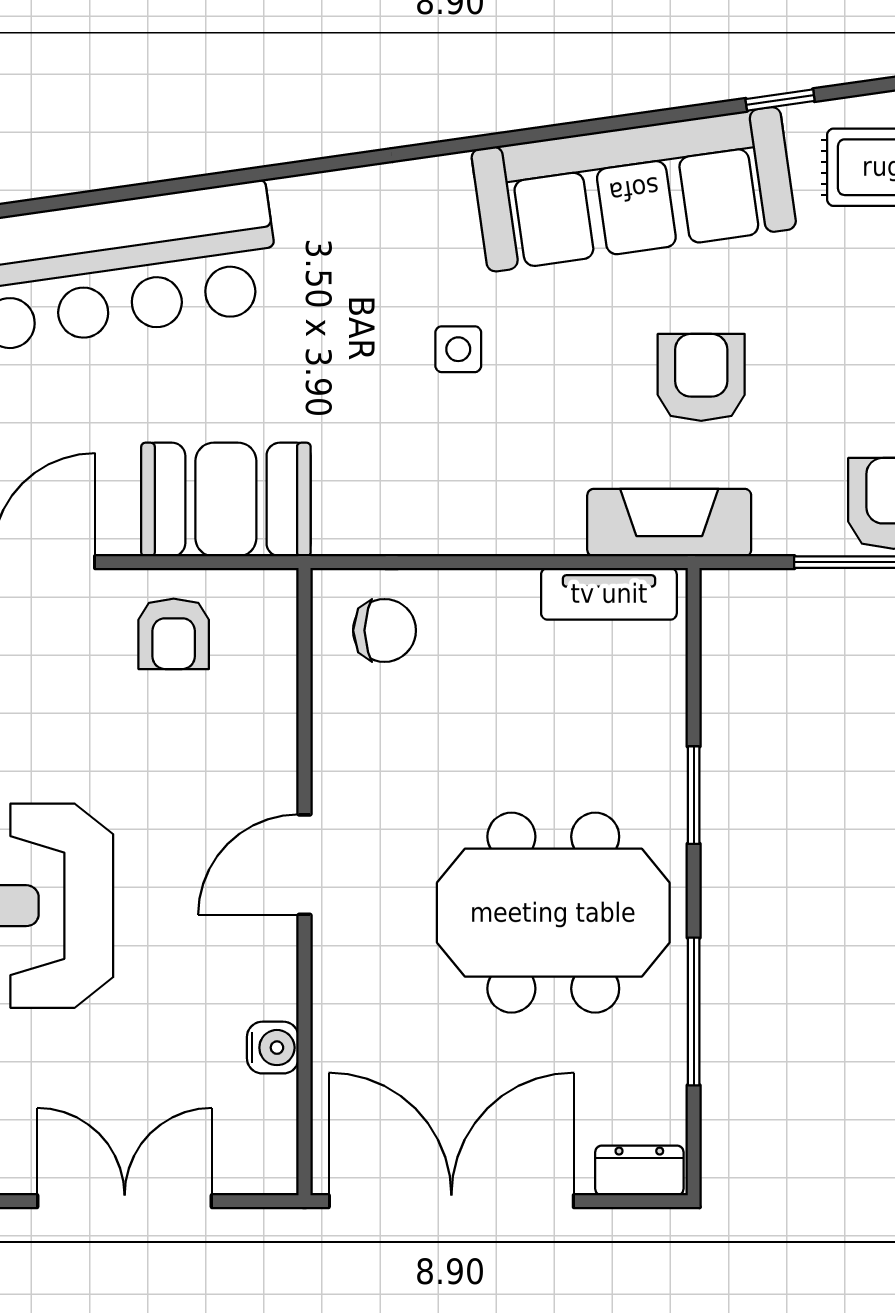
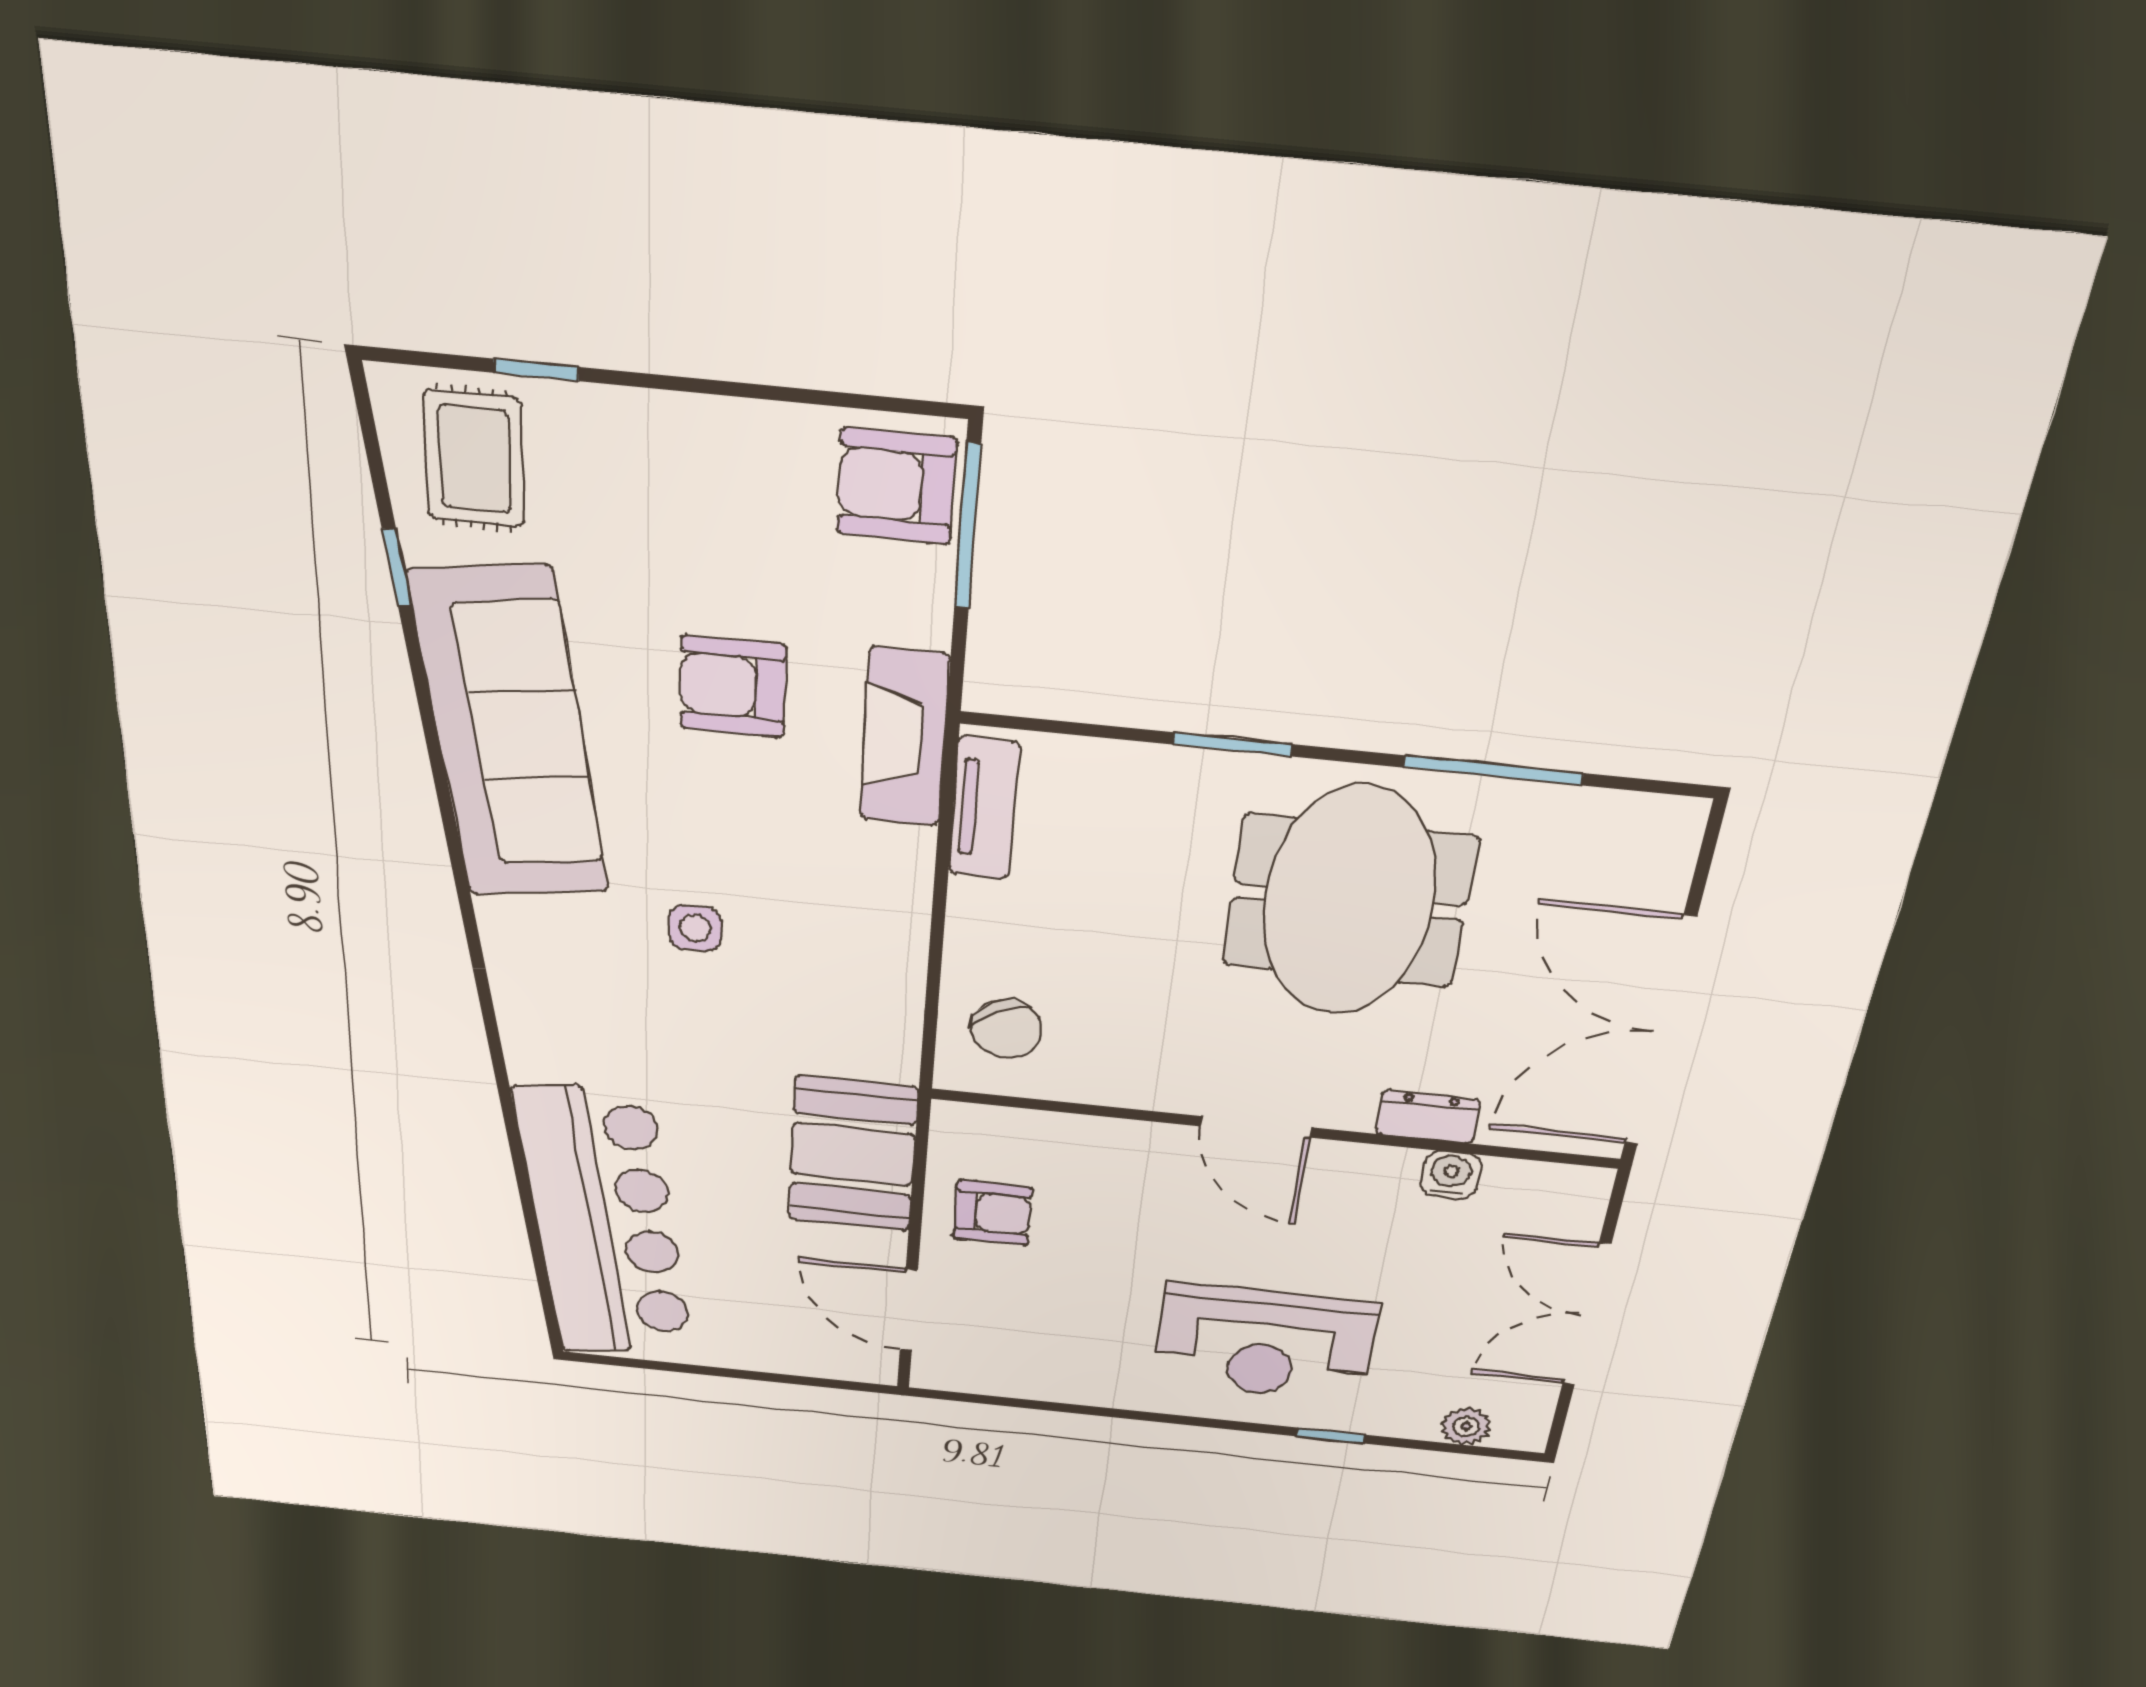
chair: (384, 630) -> (1006, 1029), turned 150
dresser: (639, 1170) -> (1428, 1117), moved, turned 90

